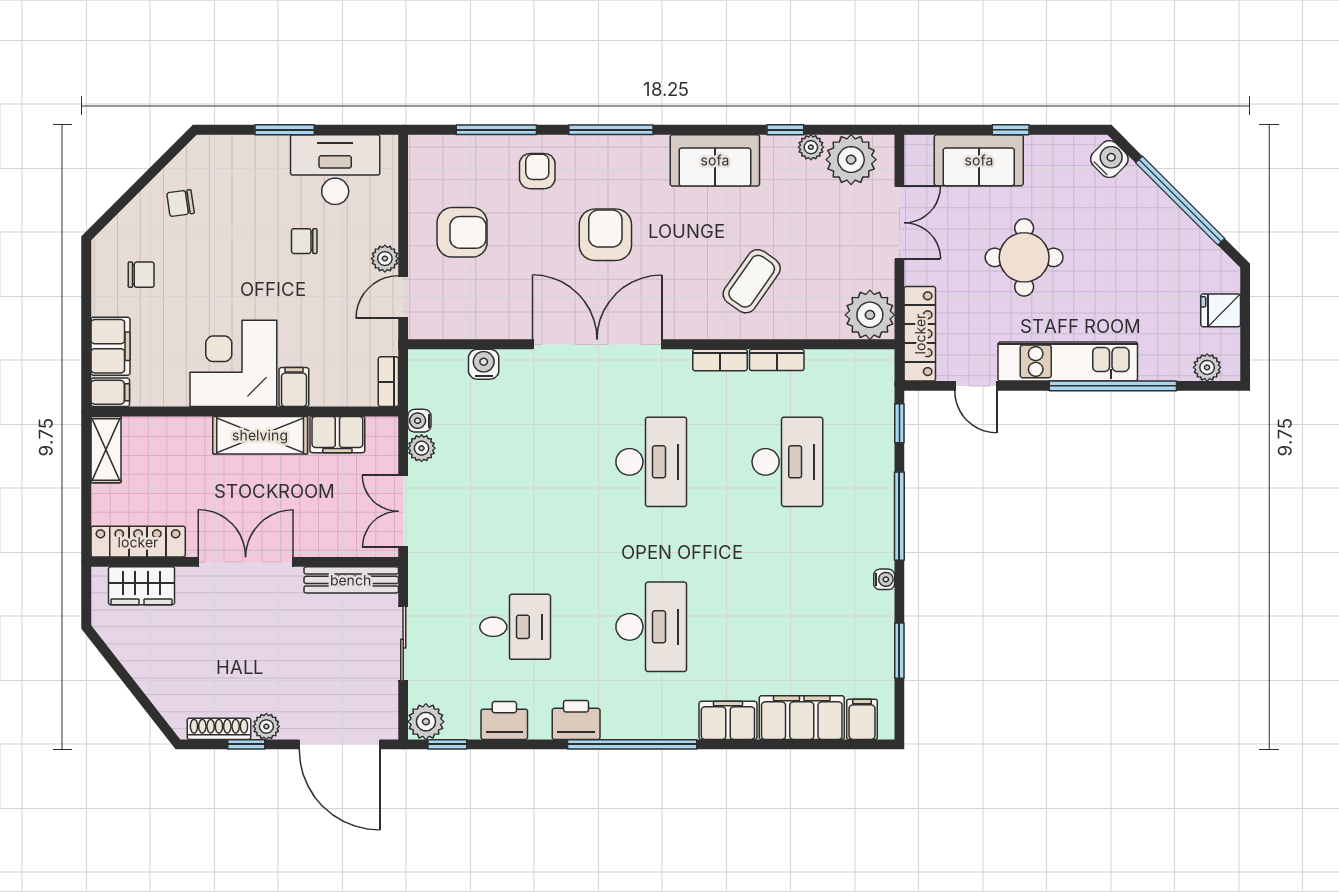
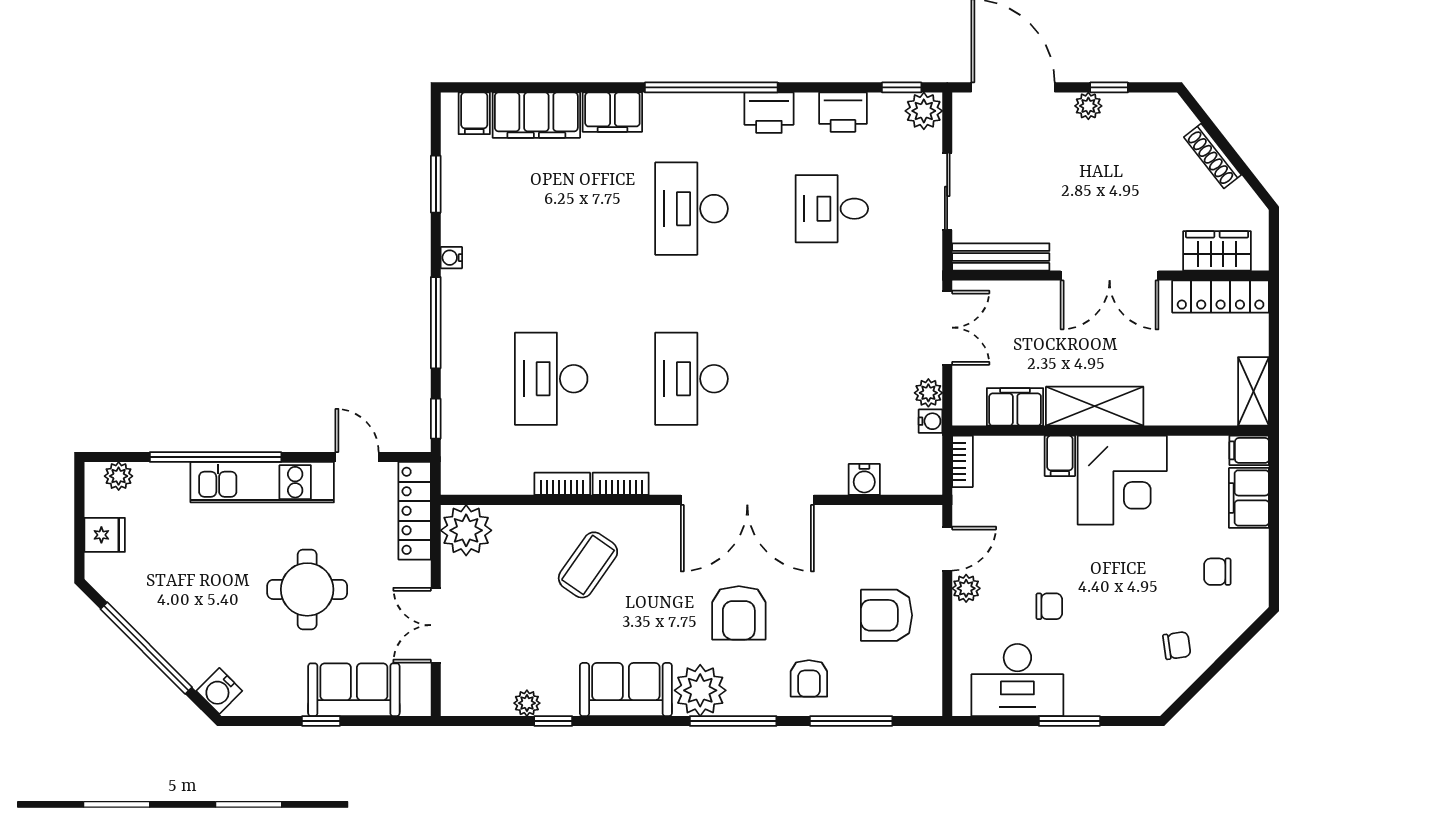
plant: (851, 160) -> (700, 690), moved
shoe rack: (219, 729) -> (1213, 156), moved, turned 52

